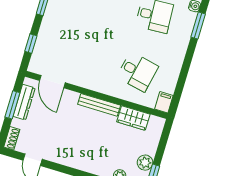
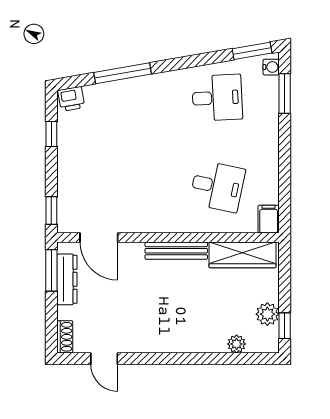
window: (31, 44) -> (51, 210), moved
window: (12, 105) -> (51, 270), moved
wardrobe: (133, 118) -> (242, 255), width x1.50

